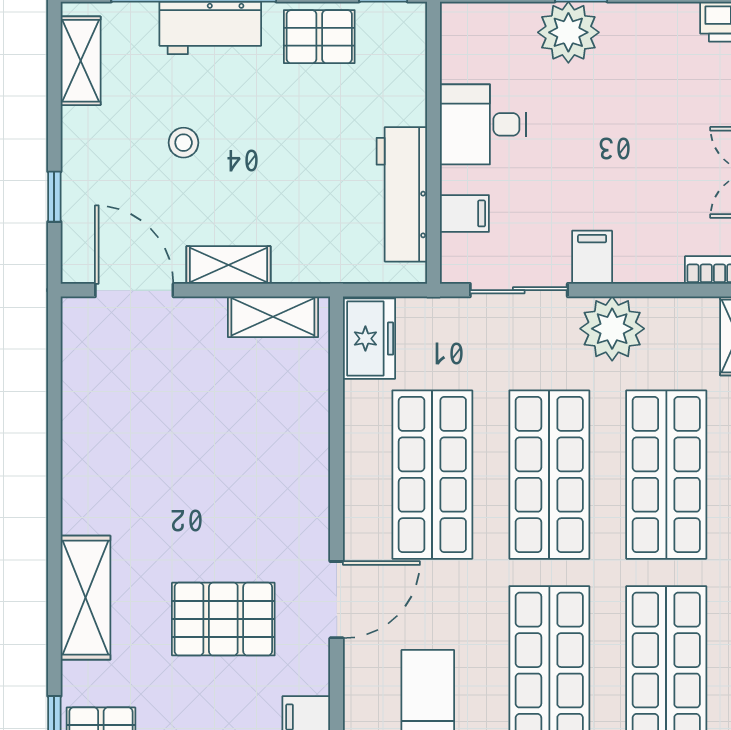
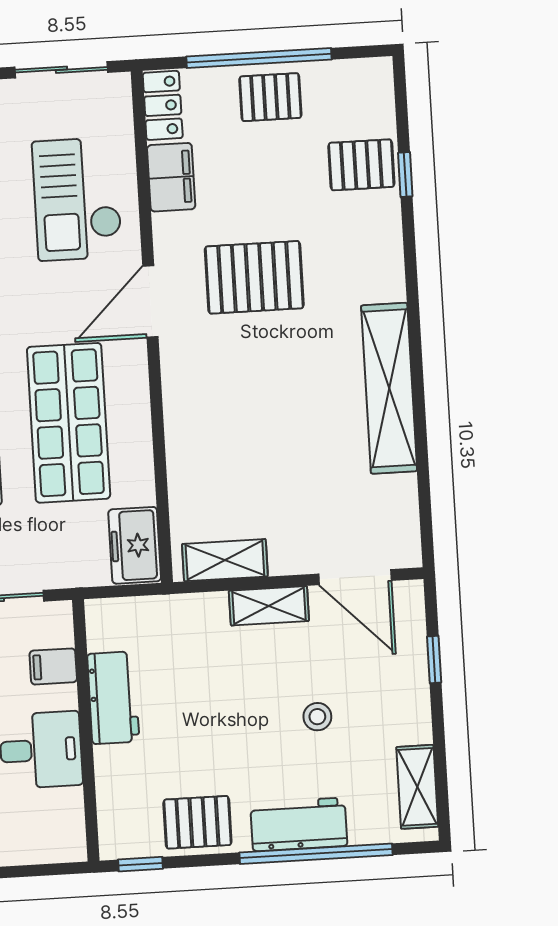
workbench: (402, 194) -> (113, 698), width x0.73
shelving: (85, 598) -> (389, 388), moved, width x1.47

